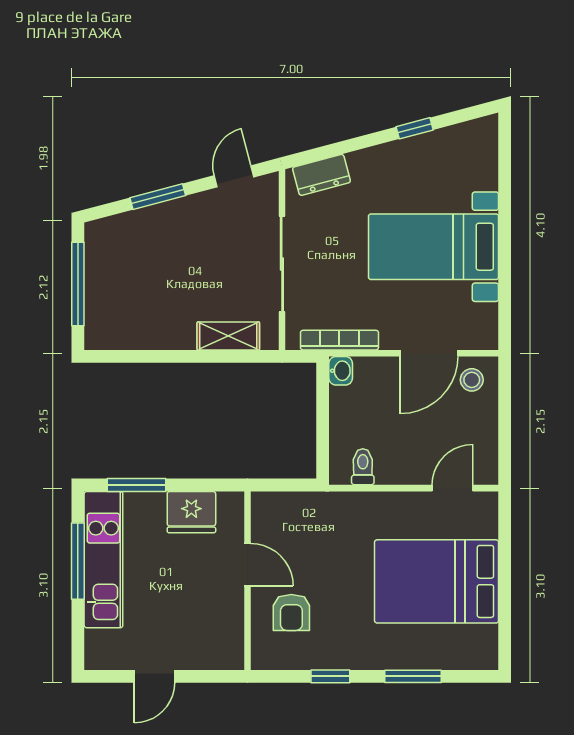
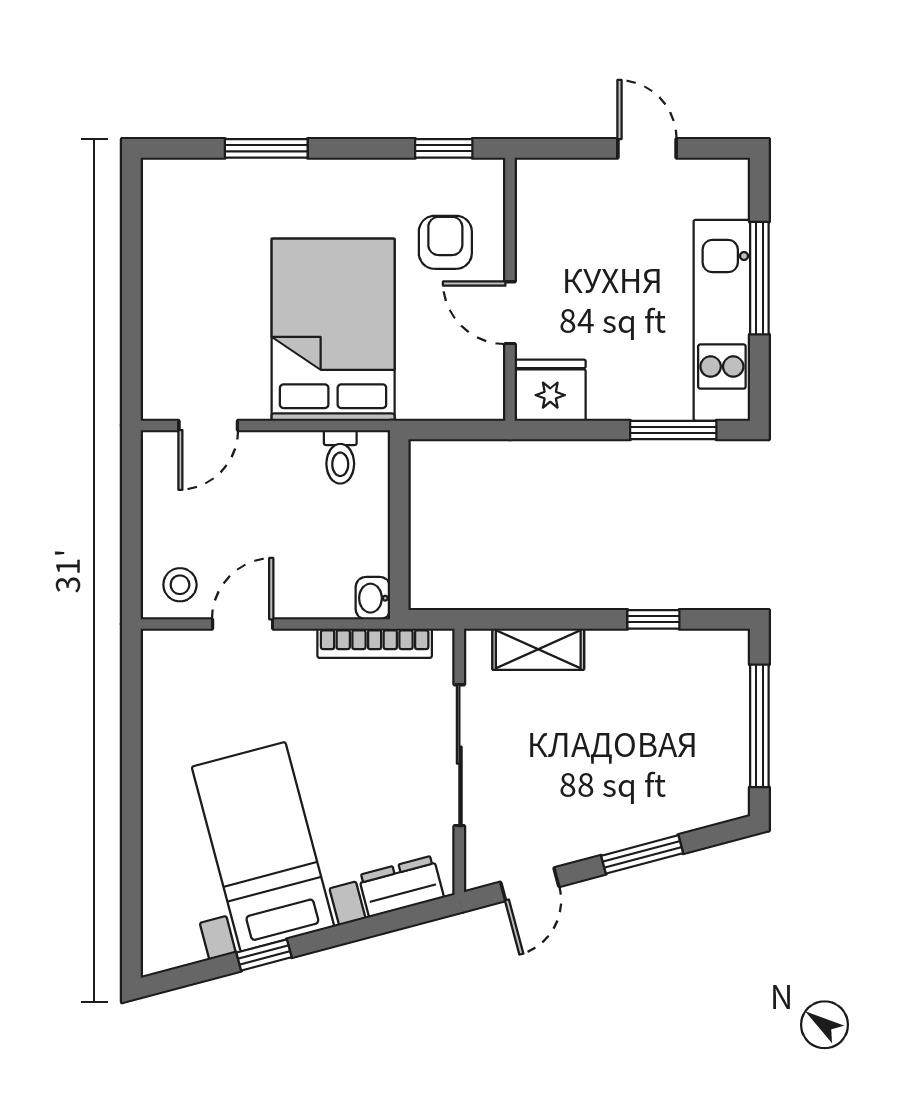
bed with nightstands: (433, 247) -> (263, 847), moved, turned -105
door: (429, 353) -> (243, 624), width x0.73
window: (150, 356) -> (653, 619), added
fridge: (191, 512) -> (550, 390), moved
window: (78, 561) -> (759, 278), moved
bed: (437, 581) -> (333, 330), moved, turned -90
door: (154, 676) -> (647, 148), hinge flipped
window: (330, 676) -> (444, 148), moved

